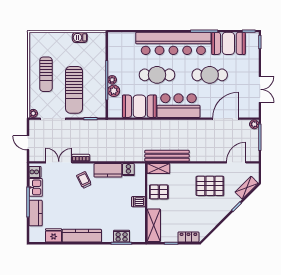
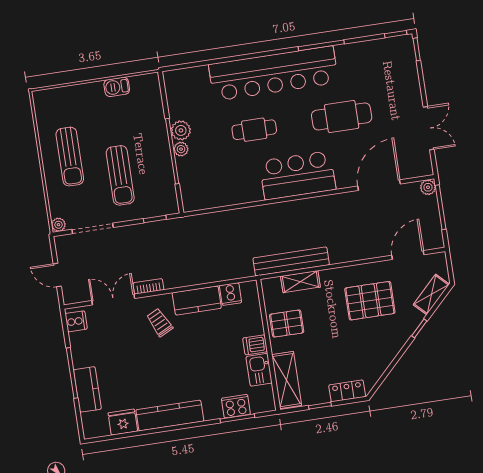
booth: (228, 43) -> (365, 59), removed
cafe table: (157, 75) -> (254, 130), width x0.73, depth x0.74
sun lounger: (74, 90) -> (120, 175), width x0.73, depth x0.75
plant: (114, 91) -> (181, 130), moved
booth: (139, 106) -> (233, 186), removed
shelving: (158, 169) -> (300, 282), moved
kitchen sink: (36, 187) -> (259, 370), moved, turned 180

